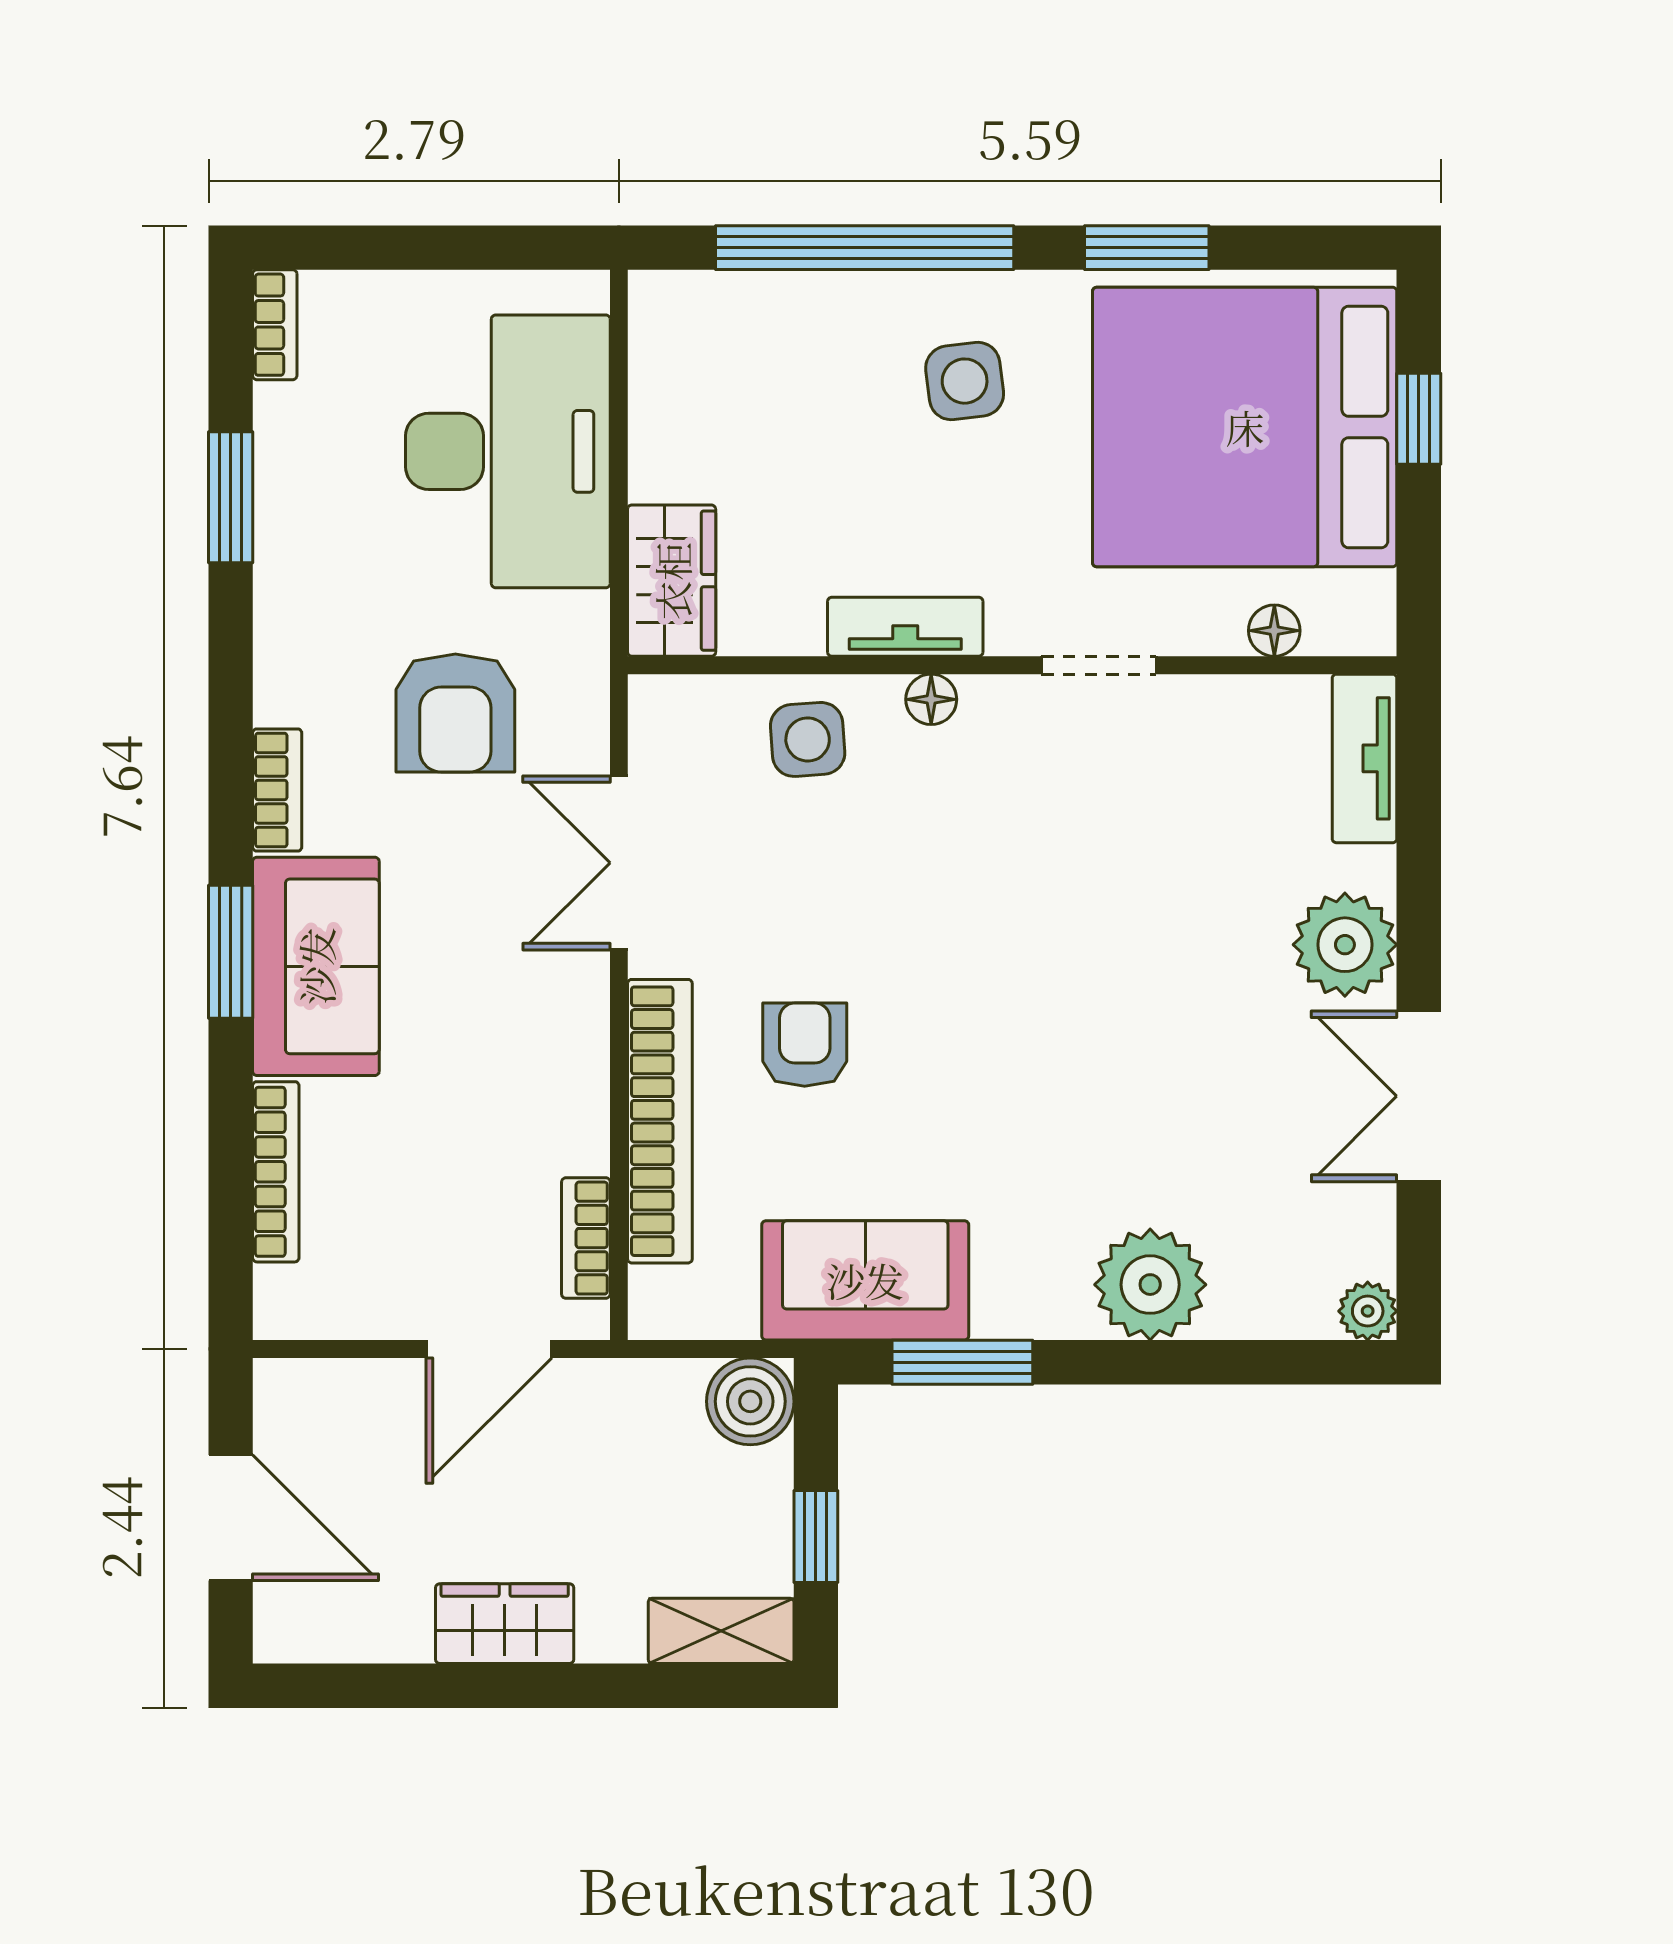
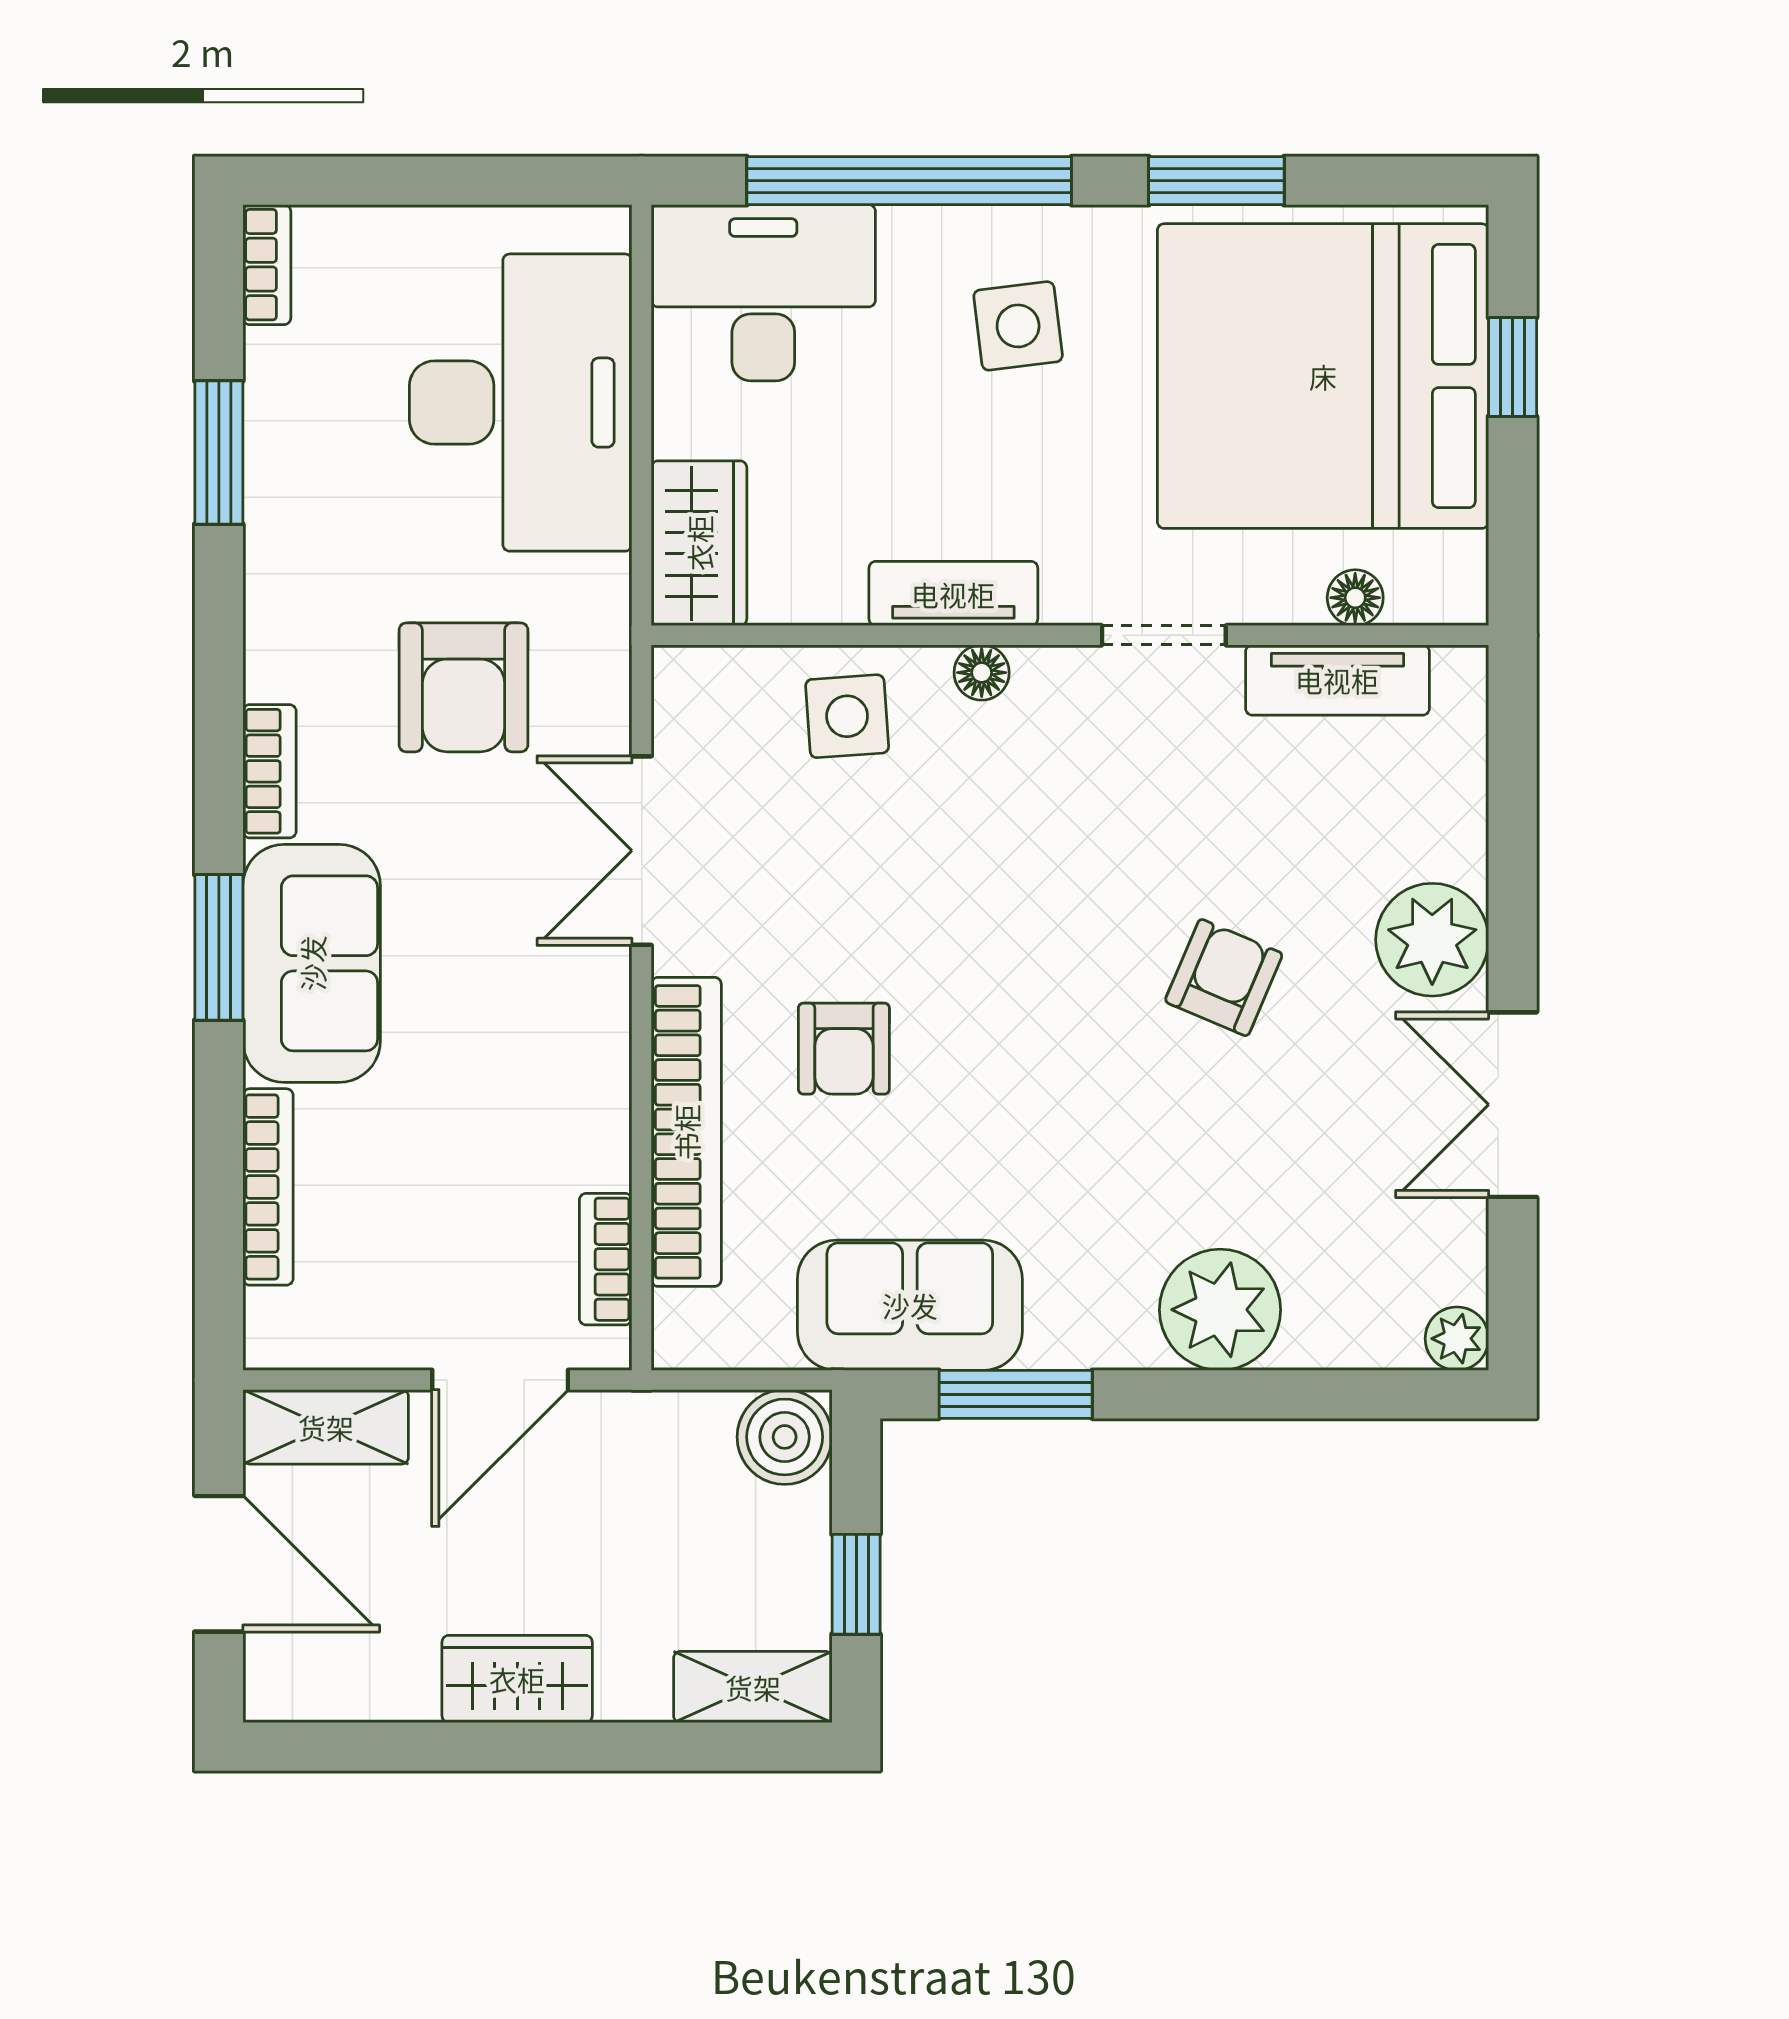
desk: (731, 351) -> (763, 293), added
tv unit: (1365, 758) -> (1337, 680), moved, turned -90
armchair: (1154, 979) -> (1224, 978), added
armchair: (805, 1045) -> (844, 1049), turned 180
shelving: (329, 1392) -> (326, 1427), added

